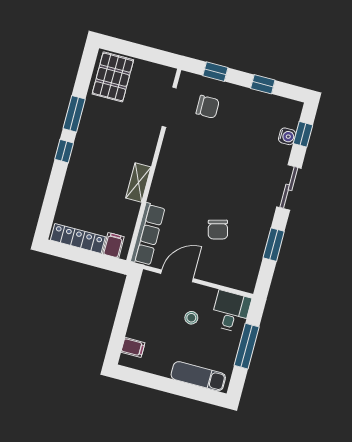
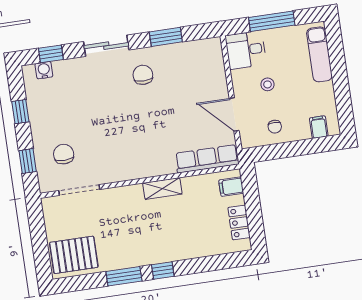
water cooler: (287, 136) -> (44, 70), moved
chair: (218, 230) -> (143, 75), moved, turned -75
locker: (78, 238) -> (239, 223), width x0.66
chair: (150, 308) -> (275, 127), added

